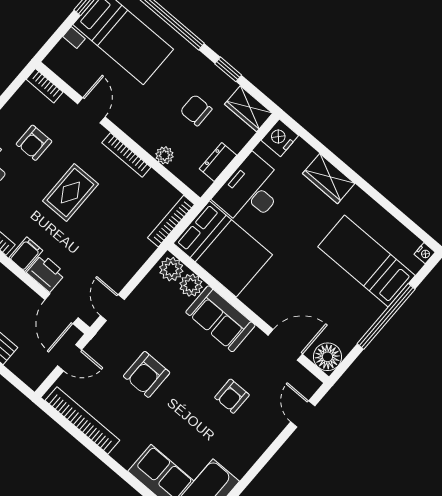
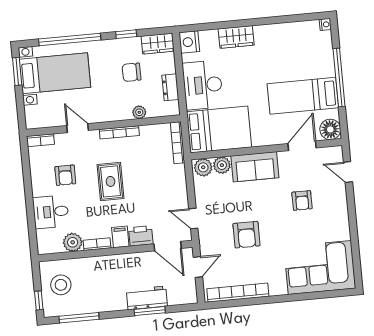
bed: (366, 261) -> (303, 96), moved

